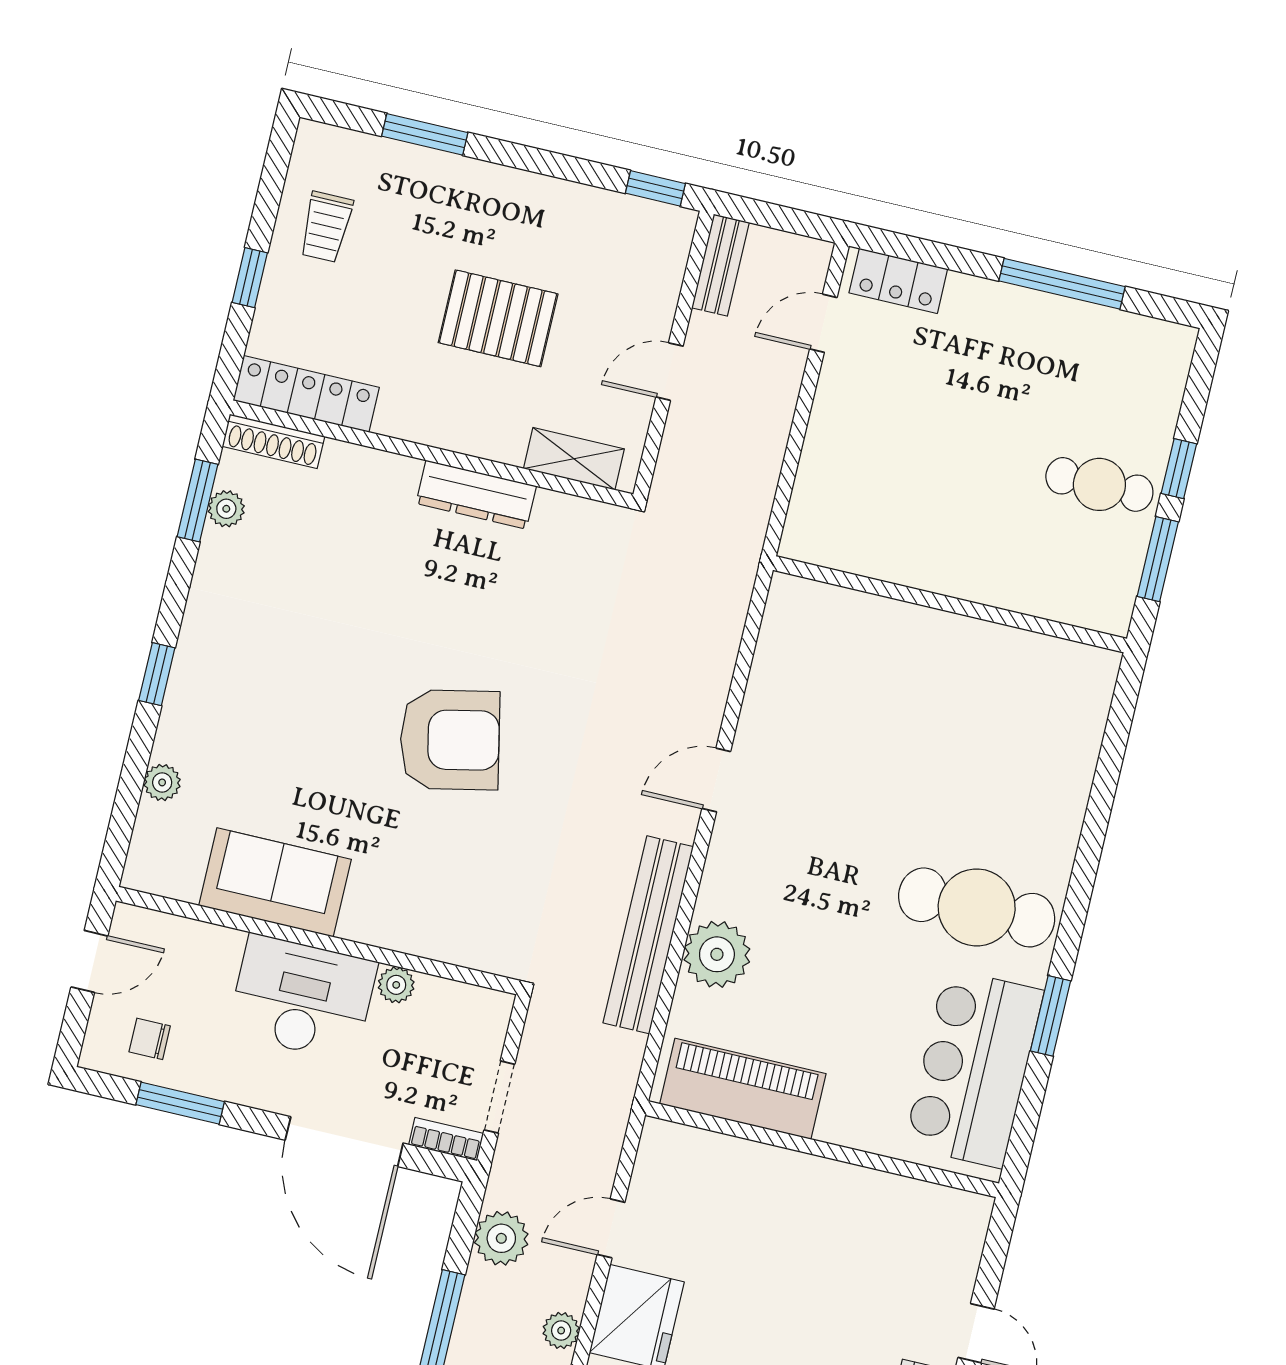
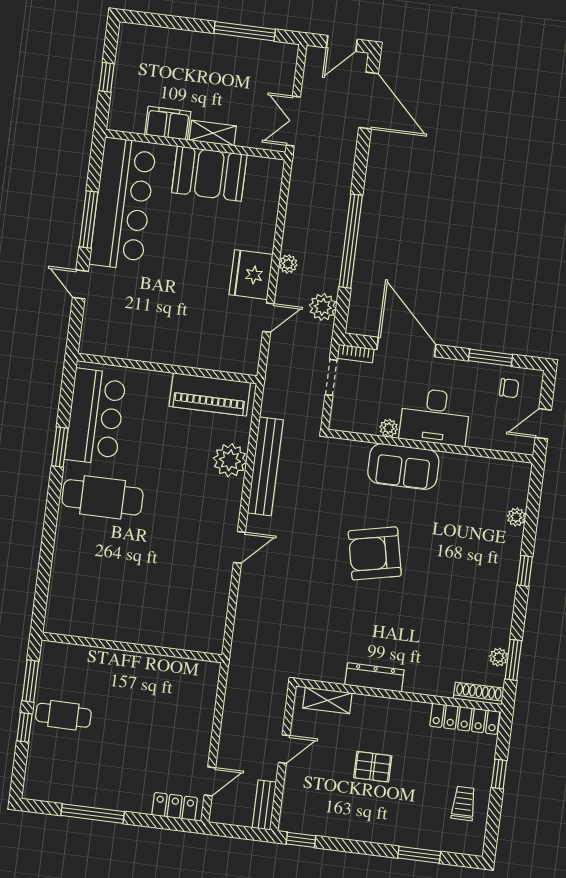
pallet: (498, 318) -> (373, 767), width x0.67, depth x0.71
sofa: (275, 882) -> (403, 466), moved

